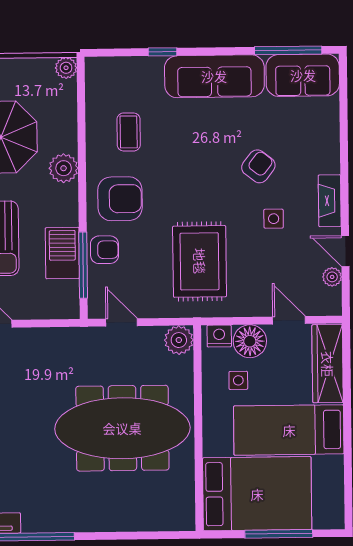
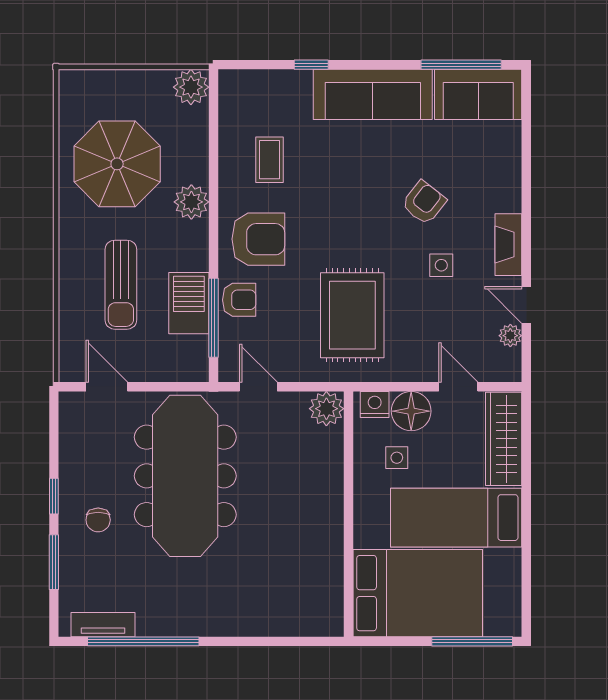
plant: (66, 68) -> (191, 87), width x1.38, depth x1.38
meeting table: (122, 428) -> (185, 476), moved, turned 90
window: (279, 534) -> (472, 641), moved

